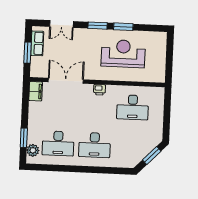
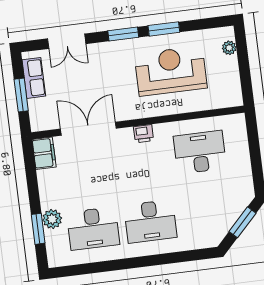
plant: (162, 45) -> (229, 48), added
desk: (133, 107) -> (200, 152), turned 180
plant: (33, 150) -> (52, 219), moved

